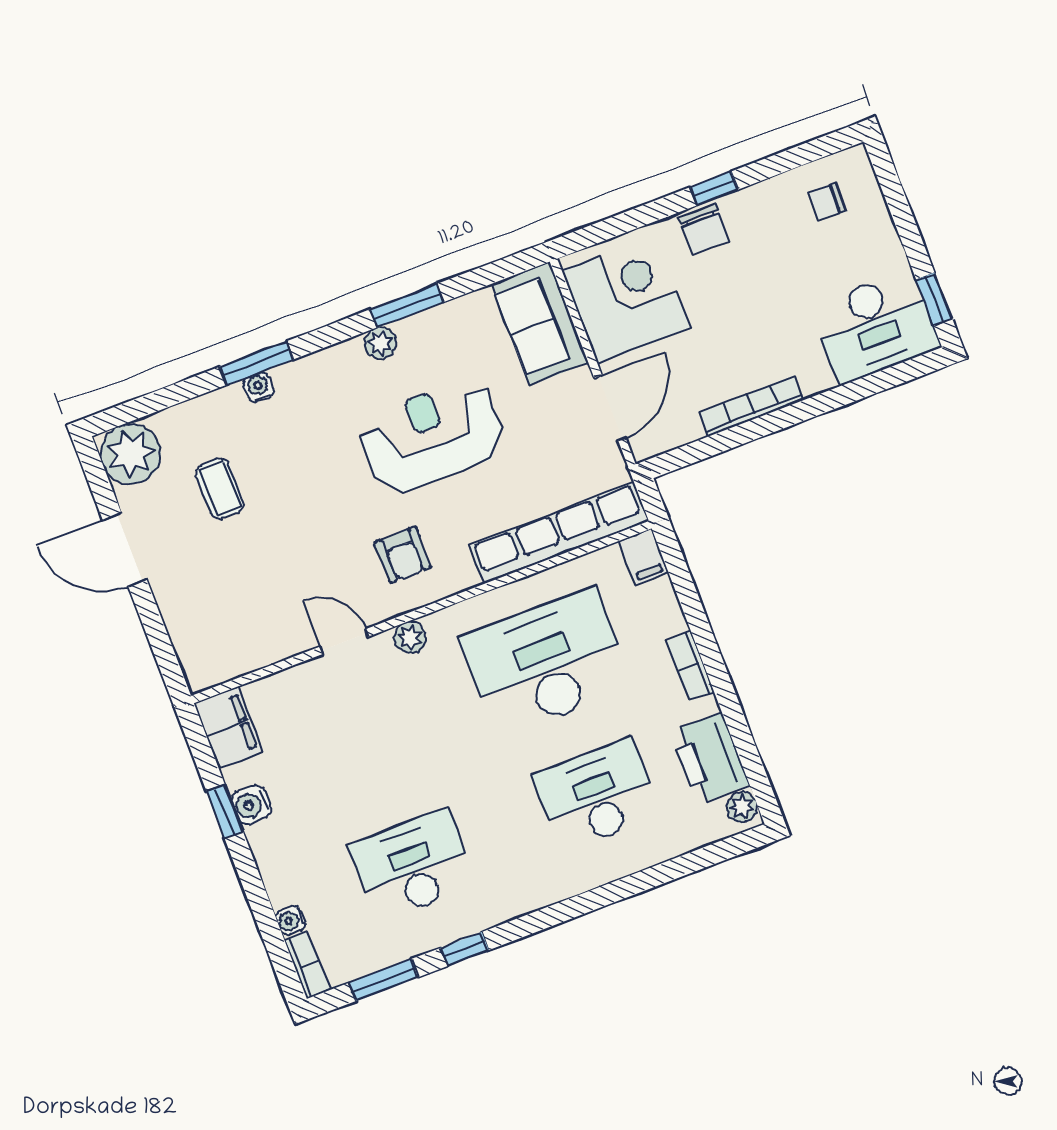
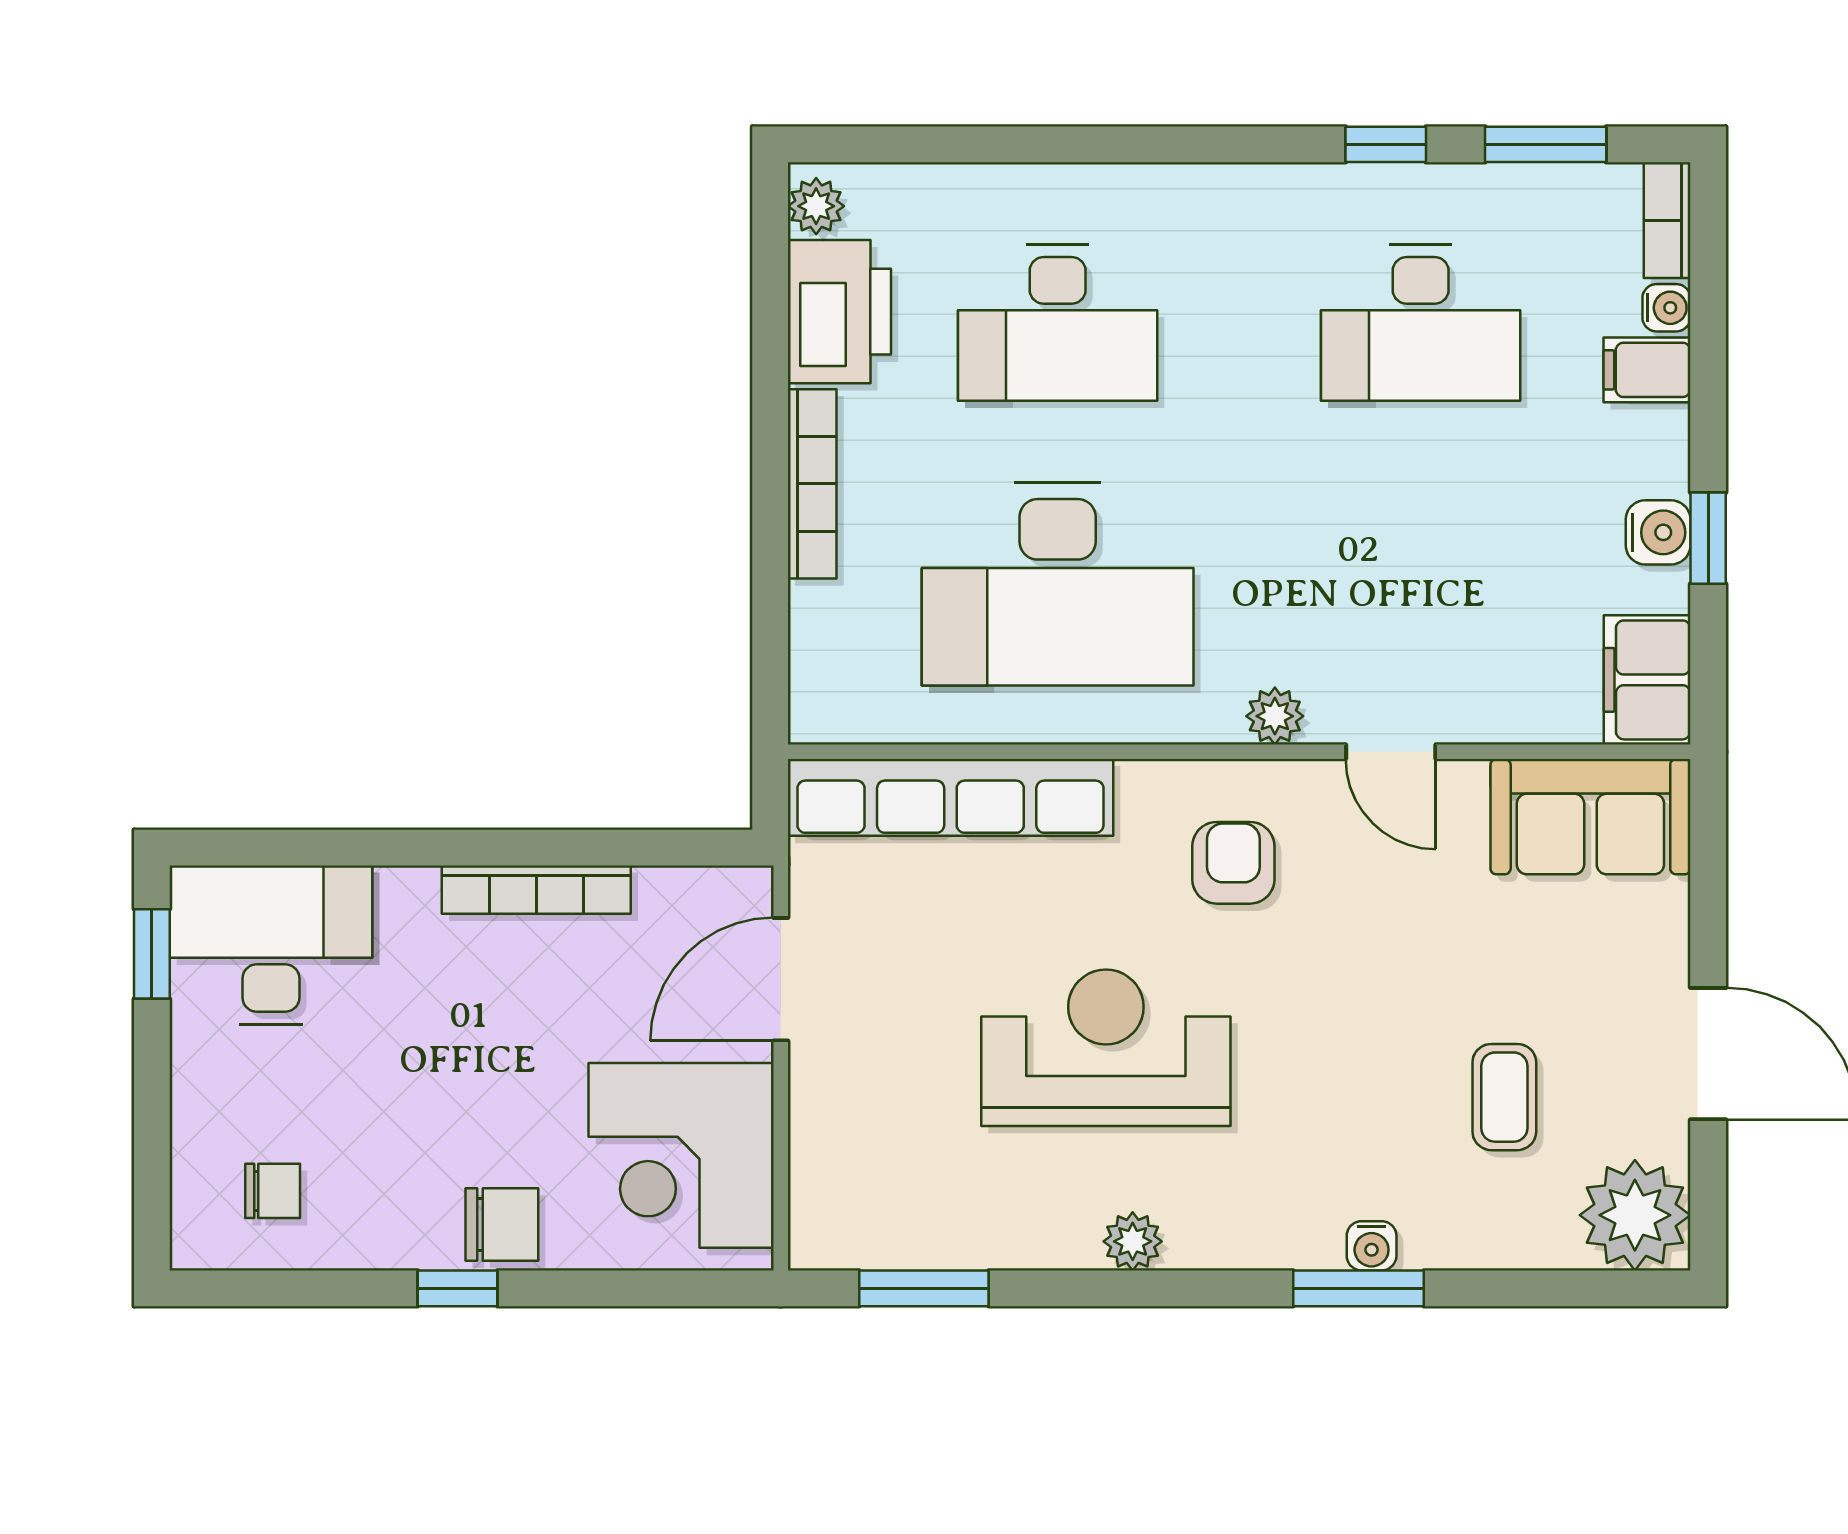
chair: (704, 229) -> (502, 1225), turned 90
window: (407, 306) -> (924, 1288), moved
sofa: (540, 323) -> (1590, 817), moved, turned 90
reception desk: (432, 436) -> (1106, 1048), turned 180
filing cabinet: (644, 557) -> (1647, 370), moved, turned -90
bookcase: (690, 666) -> (812, 484), width x1.56

